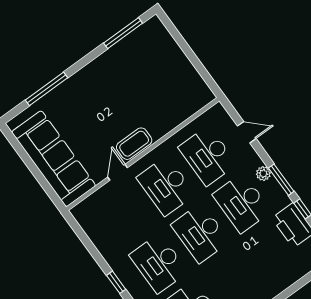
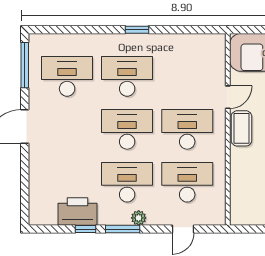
door: (117, 172) -> (228, 97), hinge flipped

